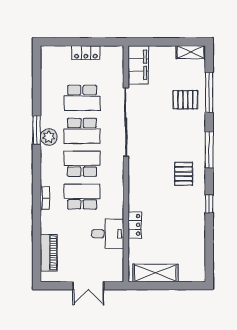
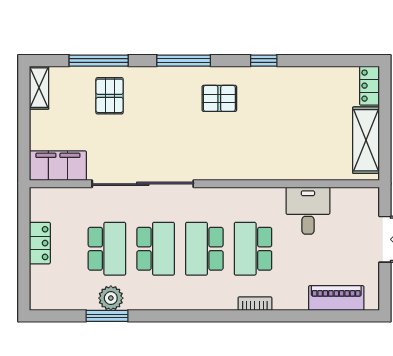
window: (37, 130) -> (107, 316), moved
plant: (49, 137) -> (111, 298), moved
locker: (135, 225) -> (369, 86), moved, turned -90

